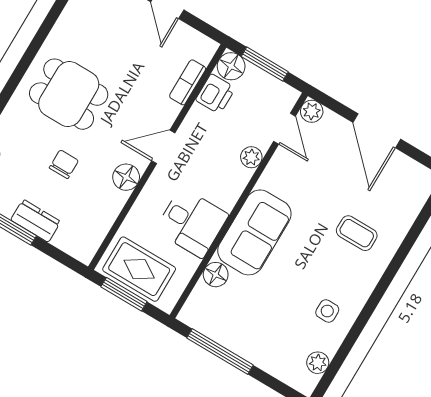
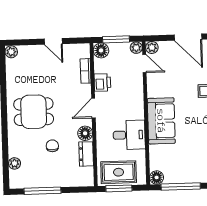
printer: (215, 94) -> (102, 82), moved
plant: (251, 157) -> (136, 48), moved
dresser: (36, 221) -> (86, 154), moved, turned -90
floor lamp: (216, 275) -> (157, 177), moved

